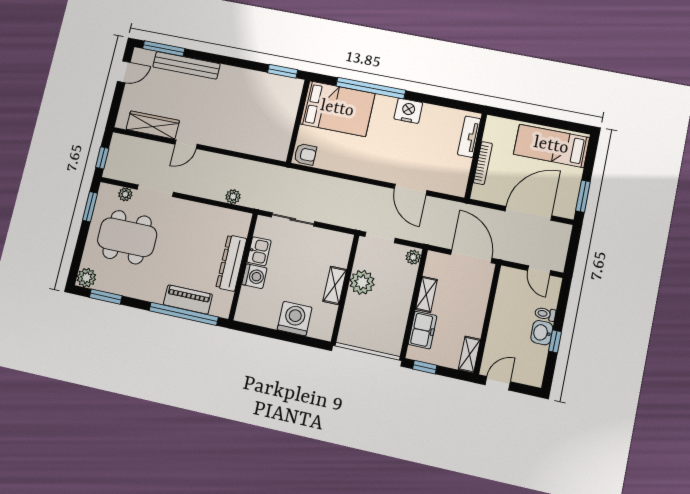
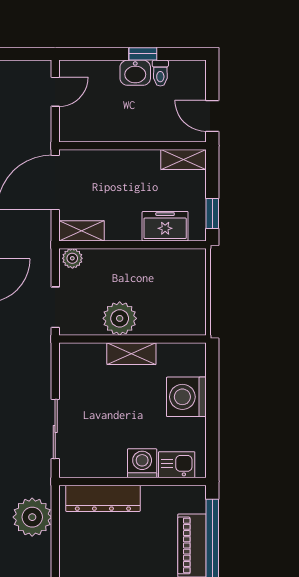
plant: (233, 197) -> (32, 517), width x1.88, depth x1.88
kitchen sink: (259, 251) -> (177, 465), moved
dresser: (231, 263) -> (103, 498), moved
shelving: (426, 294) -> (82, 231), moved
toilet: (545, 314) -> (160, 73), moved

